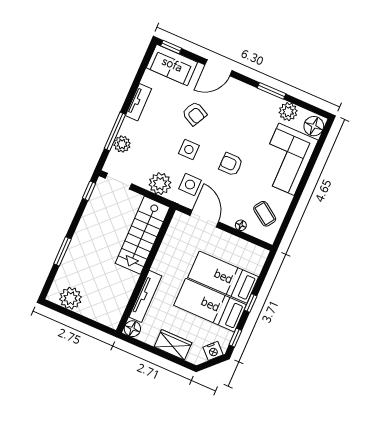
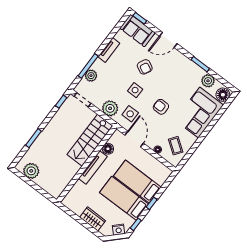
tv unit: (145, 296) -> (93, 167), moved
floor lamp: (132, 329) -> (108, 149), moved

